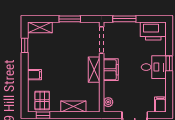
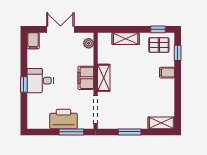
printer: (153, 31) -> (63, 119), moved
window: (25, 45) -> (178, 53), moved
pallet: (42, 101) -> (159, 45), turned 90

